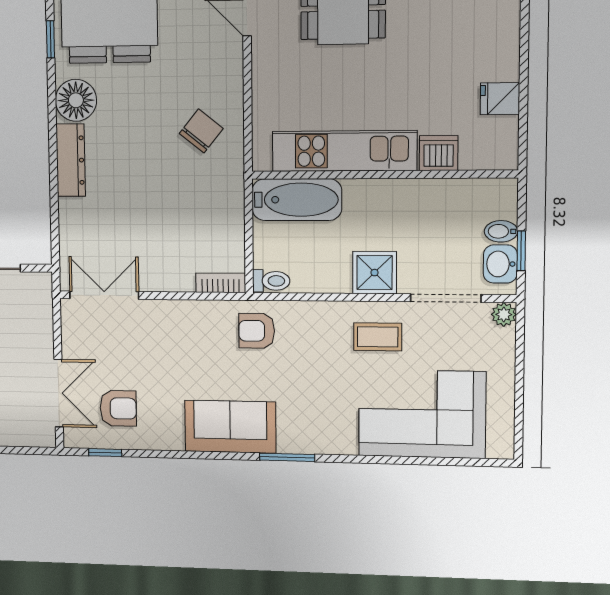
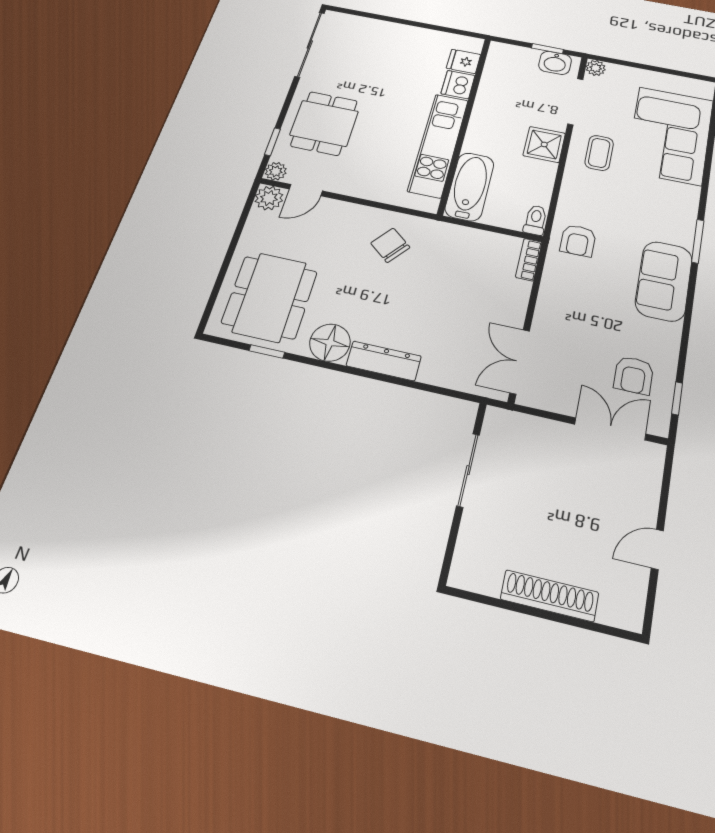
fridge: (500, 99) -> (464, 61), moved, turned 90
bidet: (501, 231) -> (529, 58), removed
armchair: (118, 408) -> (634, 375), turned 180

